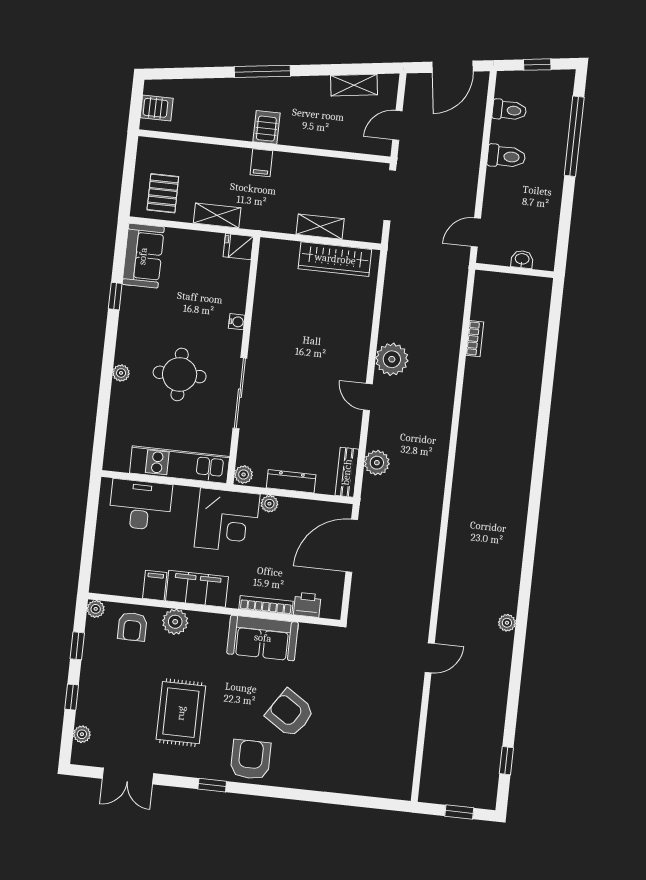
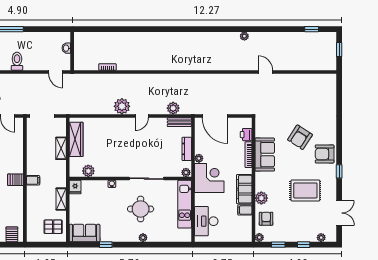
plant: (268, 277) -> (88, 171), added
armchair: (132, 627) -> (266, 219), turned -90

